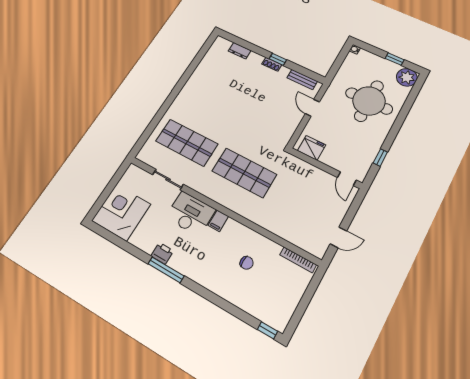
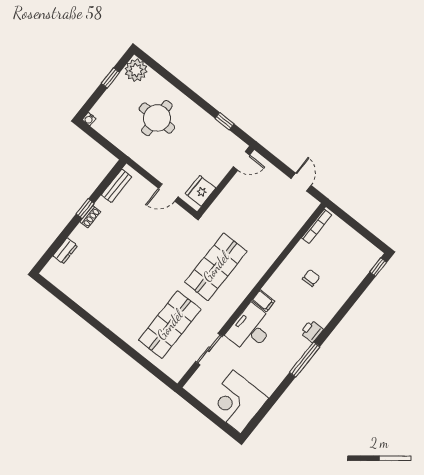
round table: (369, 101) -> (157, 118), width x0.73, depth x0.73
door: (312, 108) -> (168, 193), moved
printer: (162, 253) -> (312, 331), moved

